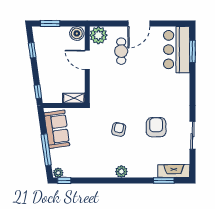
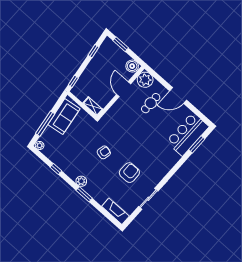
window: (64, 180) -> (56, 169), moved
window: (164, 180) -> (84, 194), moved

